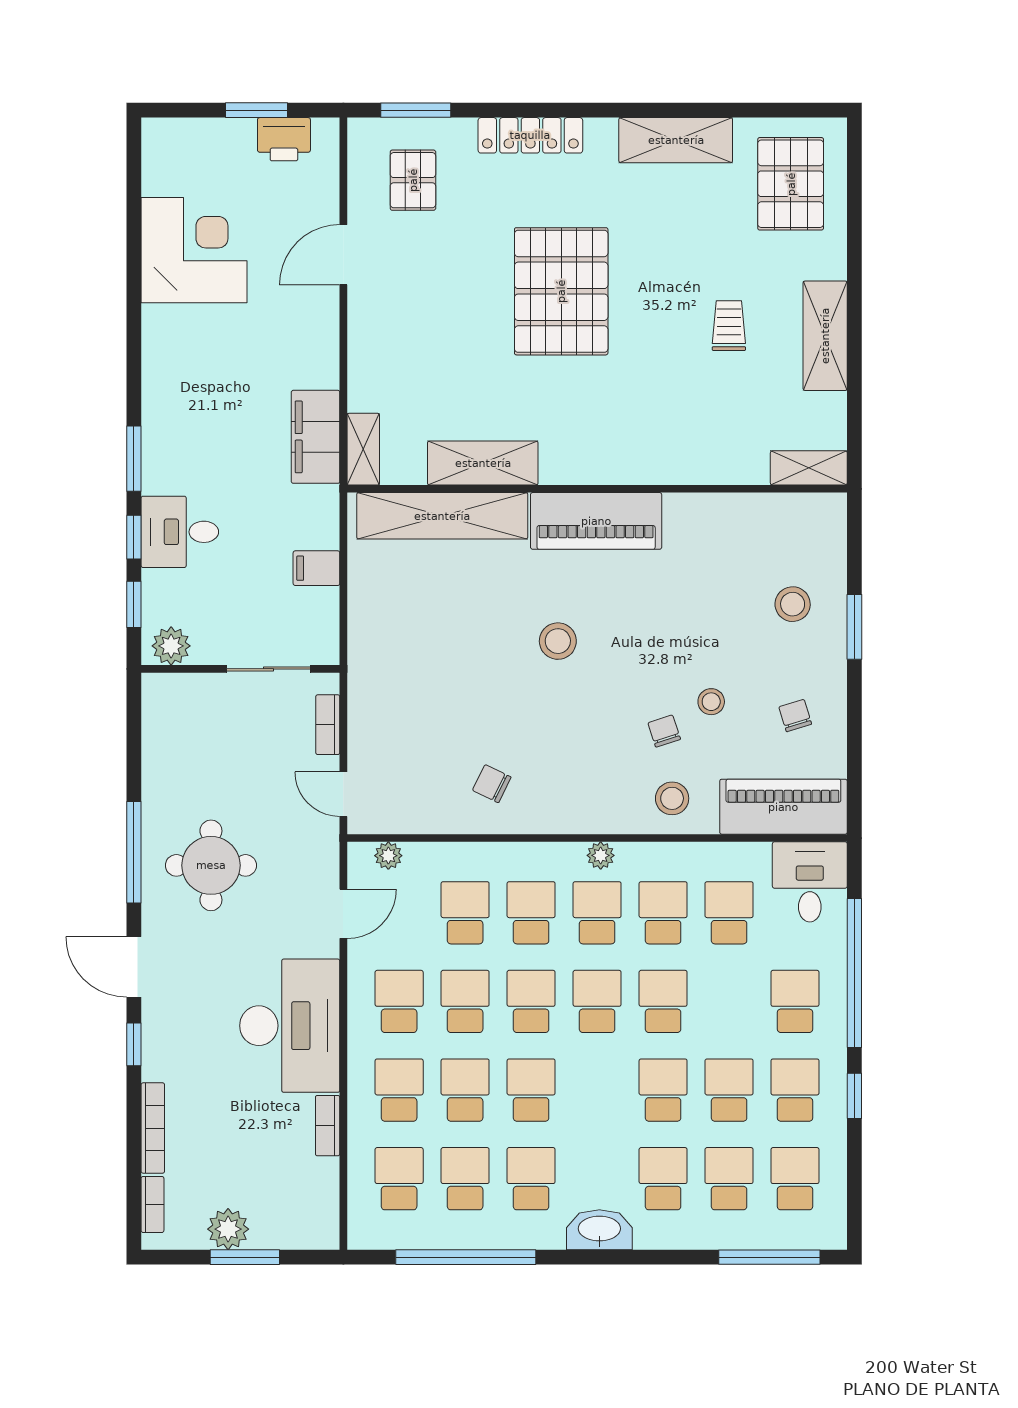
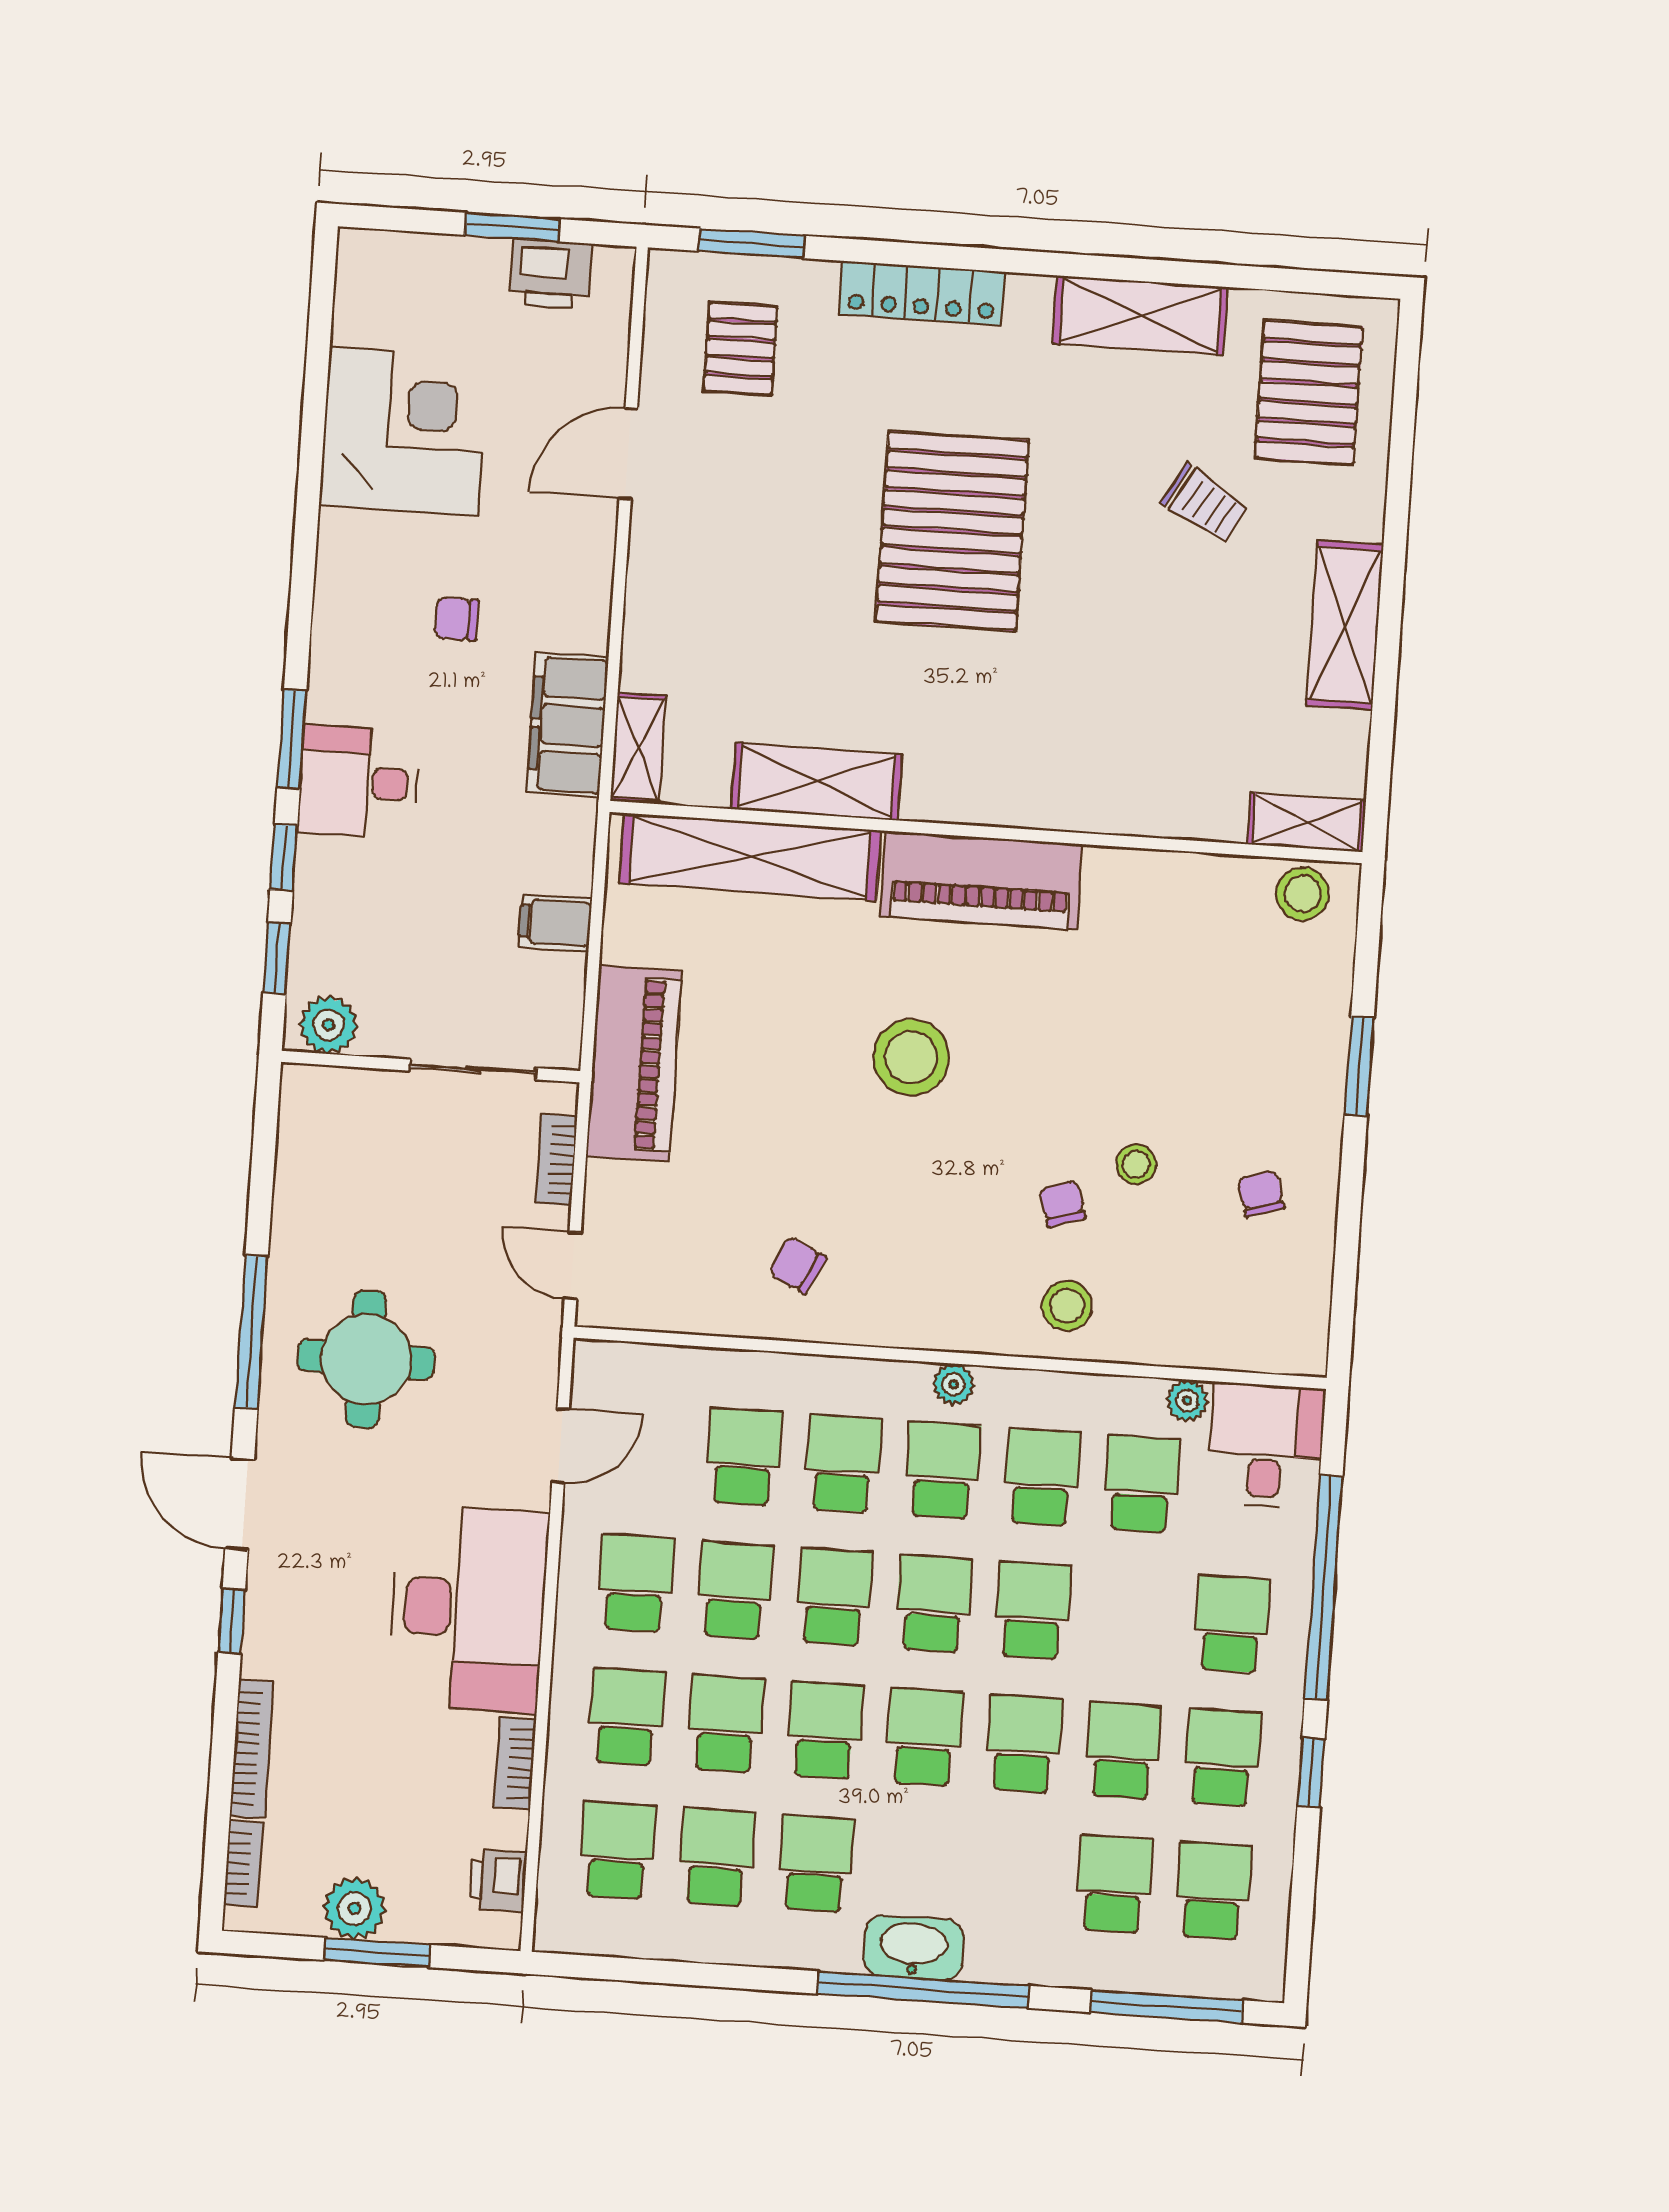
trolley: (729, 326) -> (1205, 504), moved, turned 120
chair: (237, 372) -> (457, 619), added
desk: (180, 532) -> (358, 782), moved
stool: (793, 604) -> (1302, 894), moved
stool: (558, 641) -> (911, 1057), width x1.38, depth x1.38
piano: (783, 807) -> (634, 1063), moved, turned 90
plant: (388, 856) -> (1187, 1400), moved
school desk: (663, 1179) -> (924, 1737), moved
printer: (322, 1204) -> (498, 1881), added
window: (466, 1257) -> (923, 1990), moved

